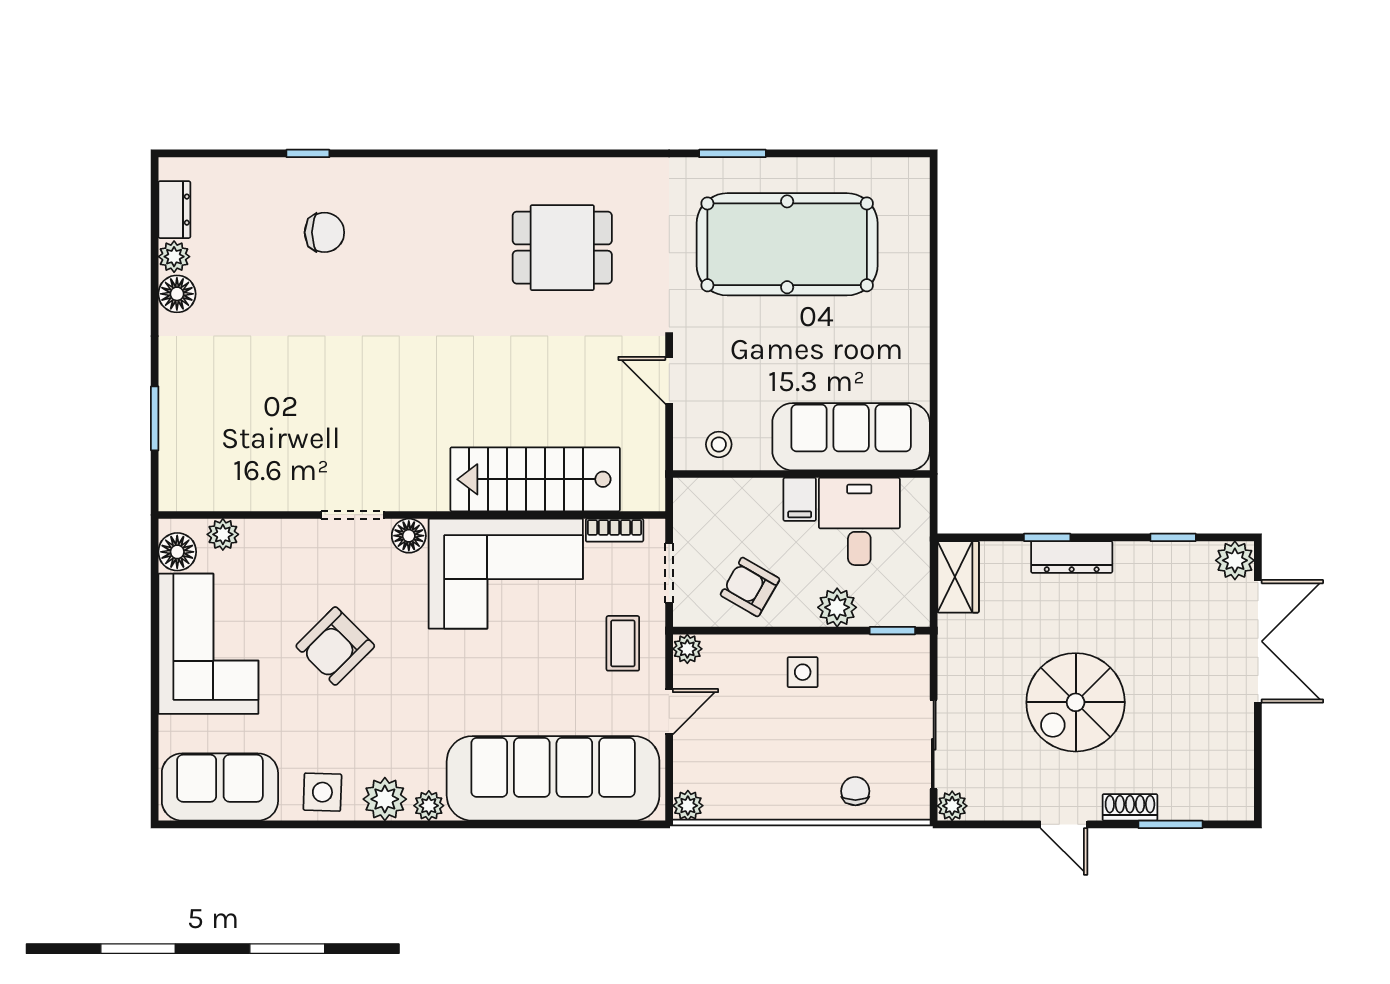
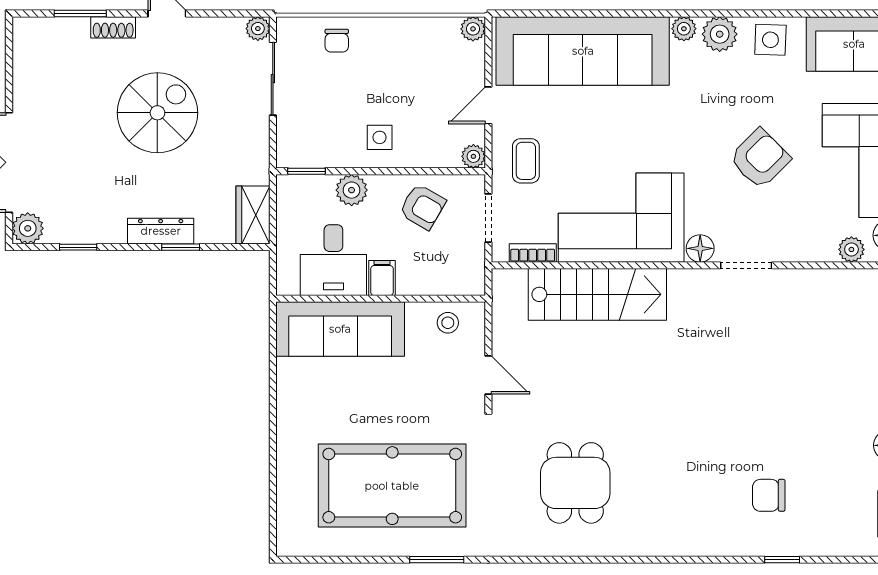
dining table: (562, 248) -> (575, 483), turned 90

